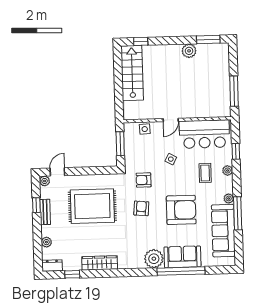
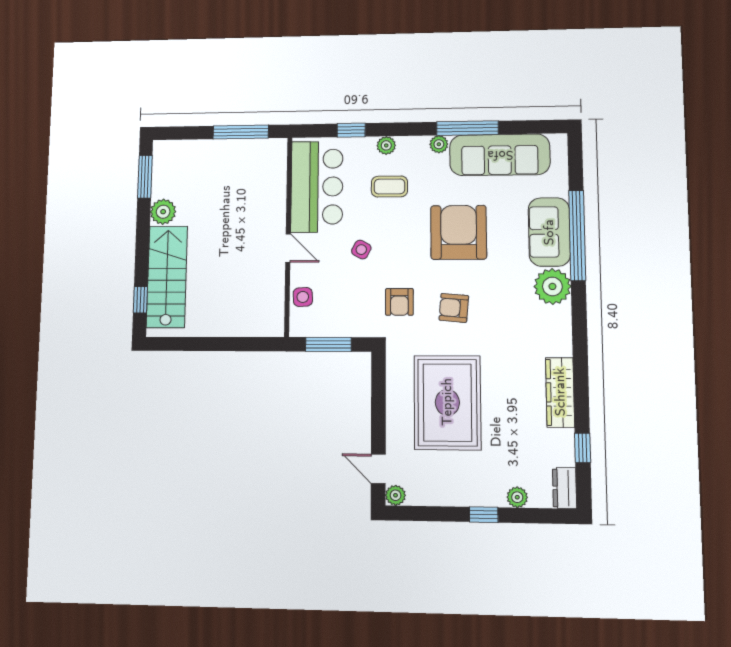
stairs: (132, 73) -> (167, 277), moved, turned 90
window: (36, 205) -> (484, 515), moved
bench: (45, 212) -> (457, 497), removed

